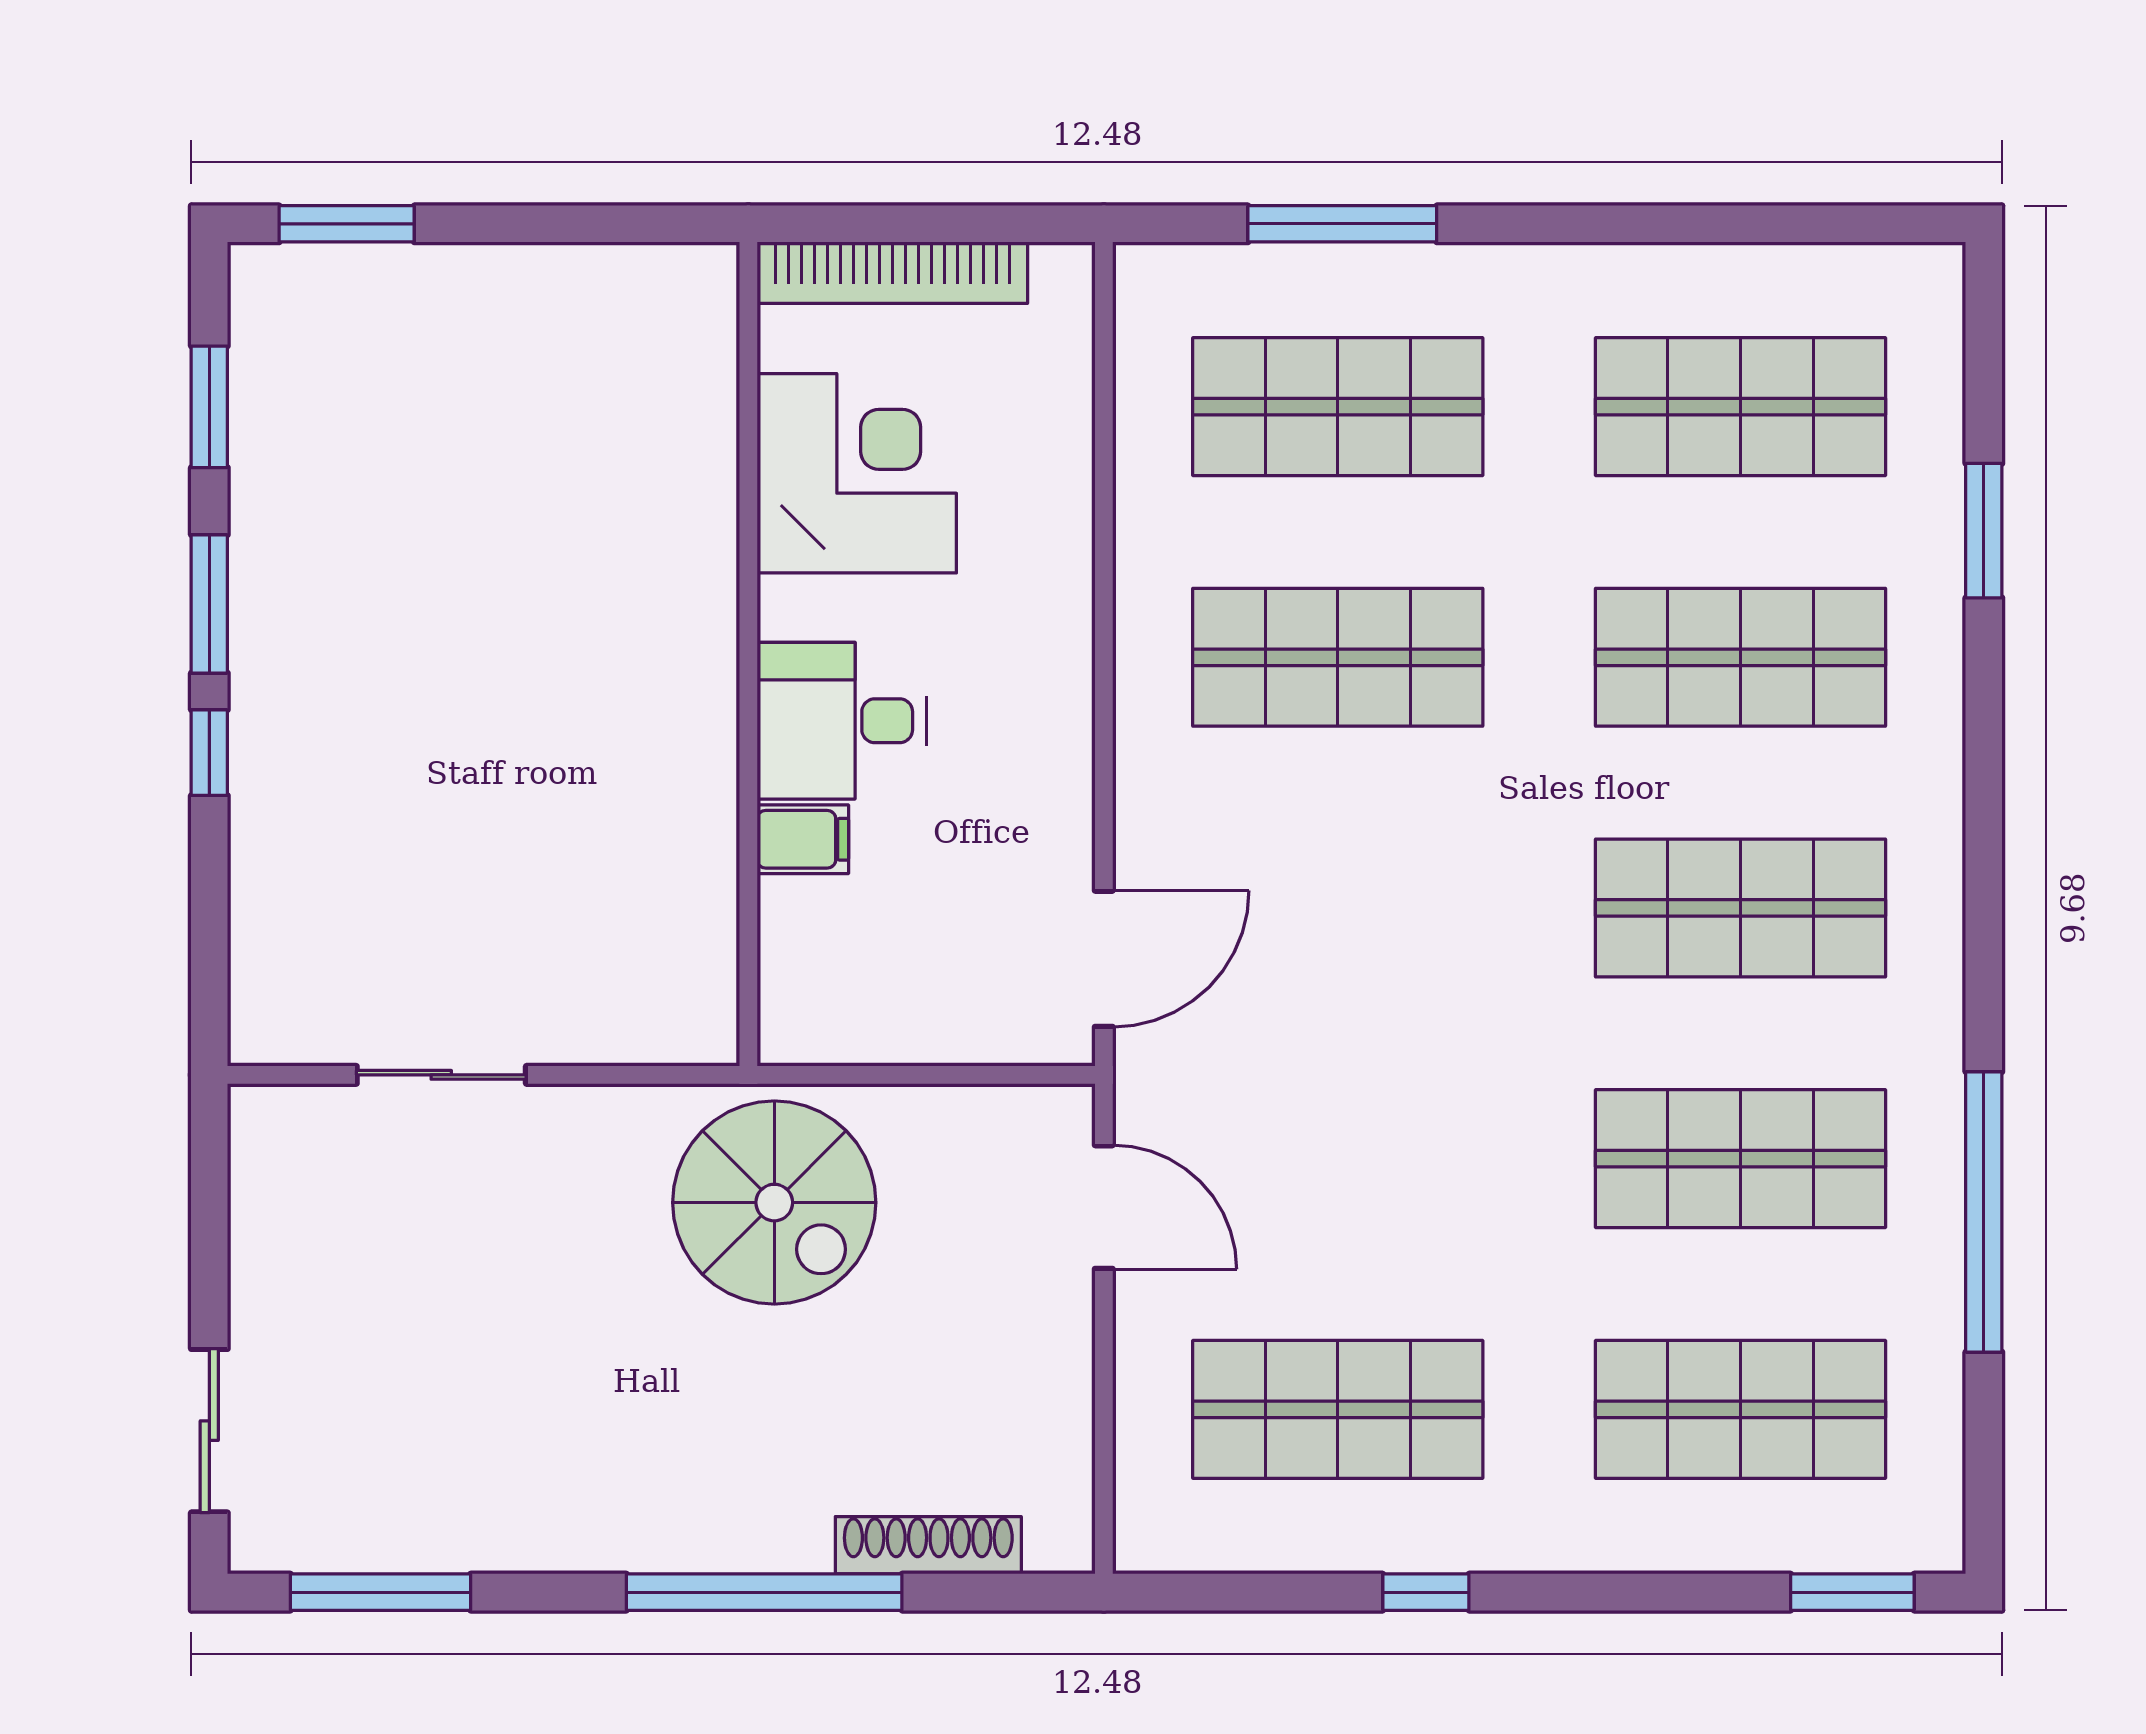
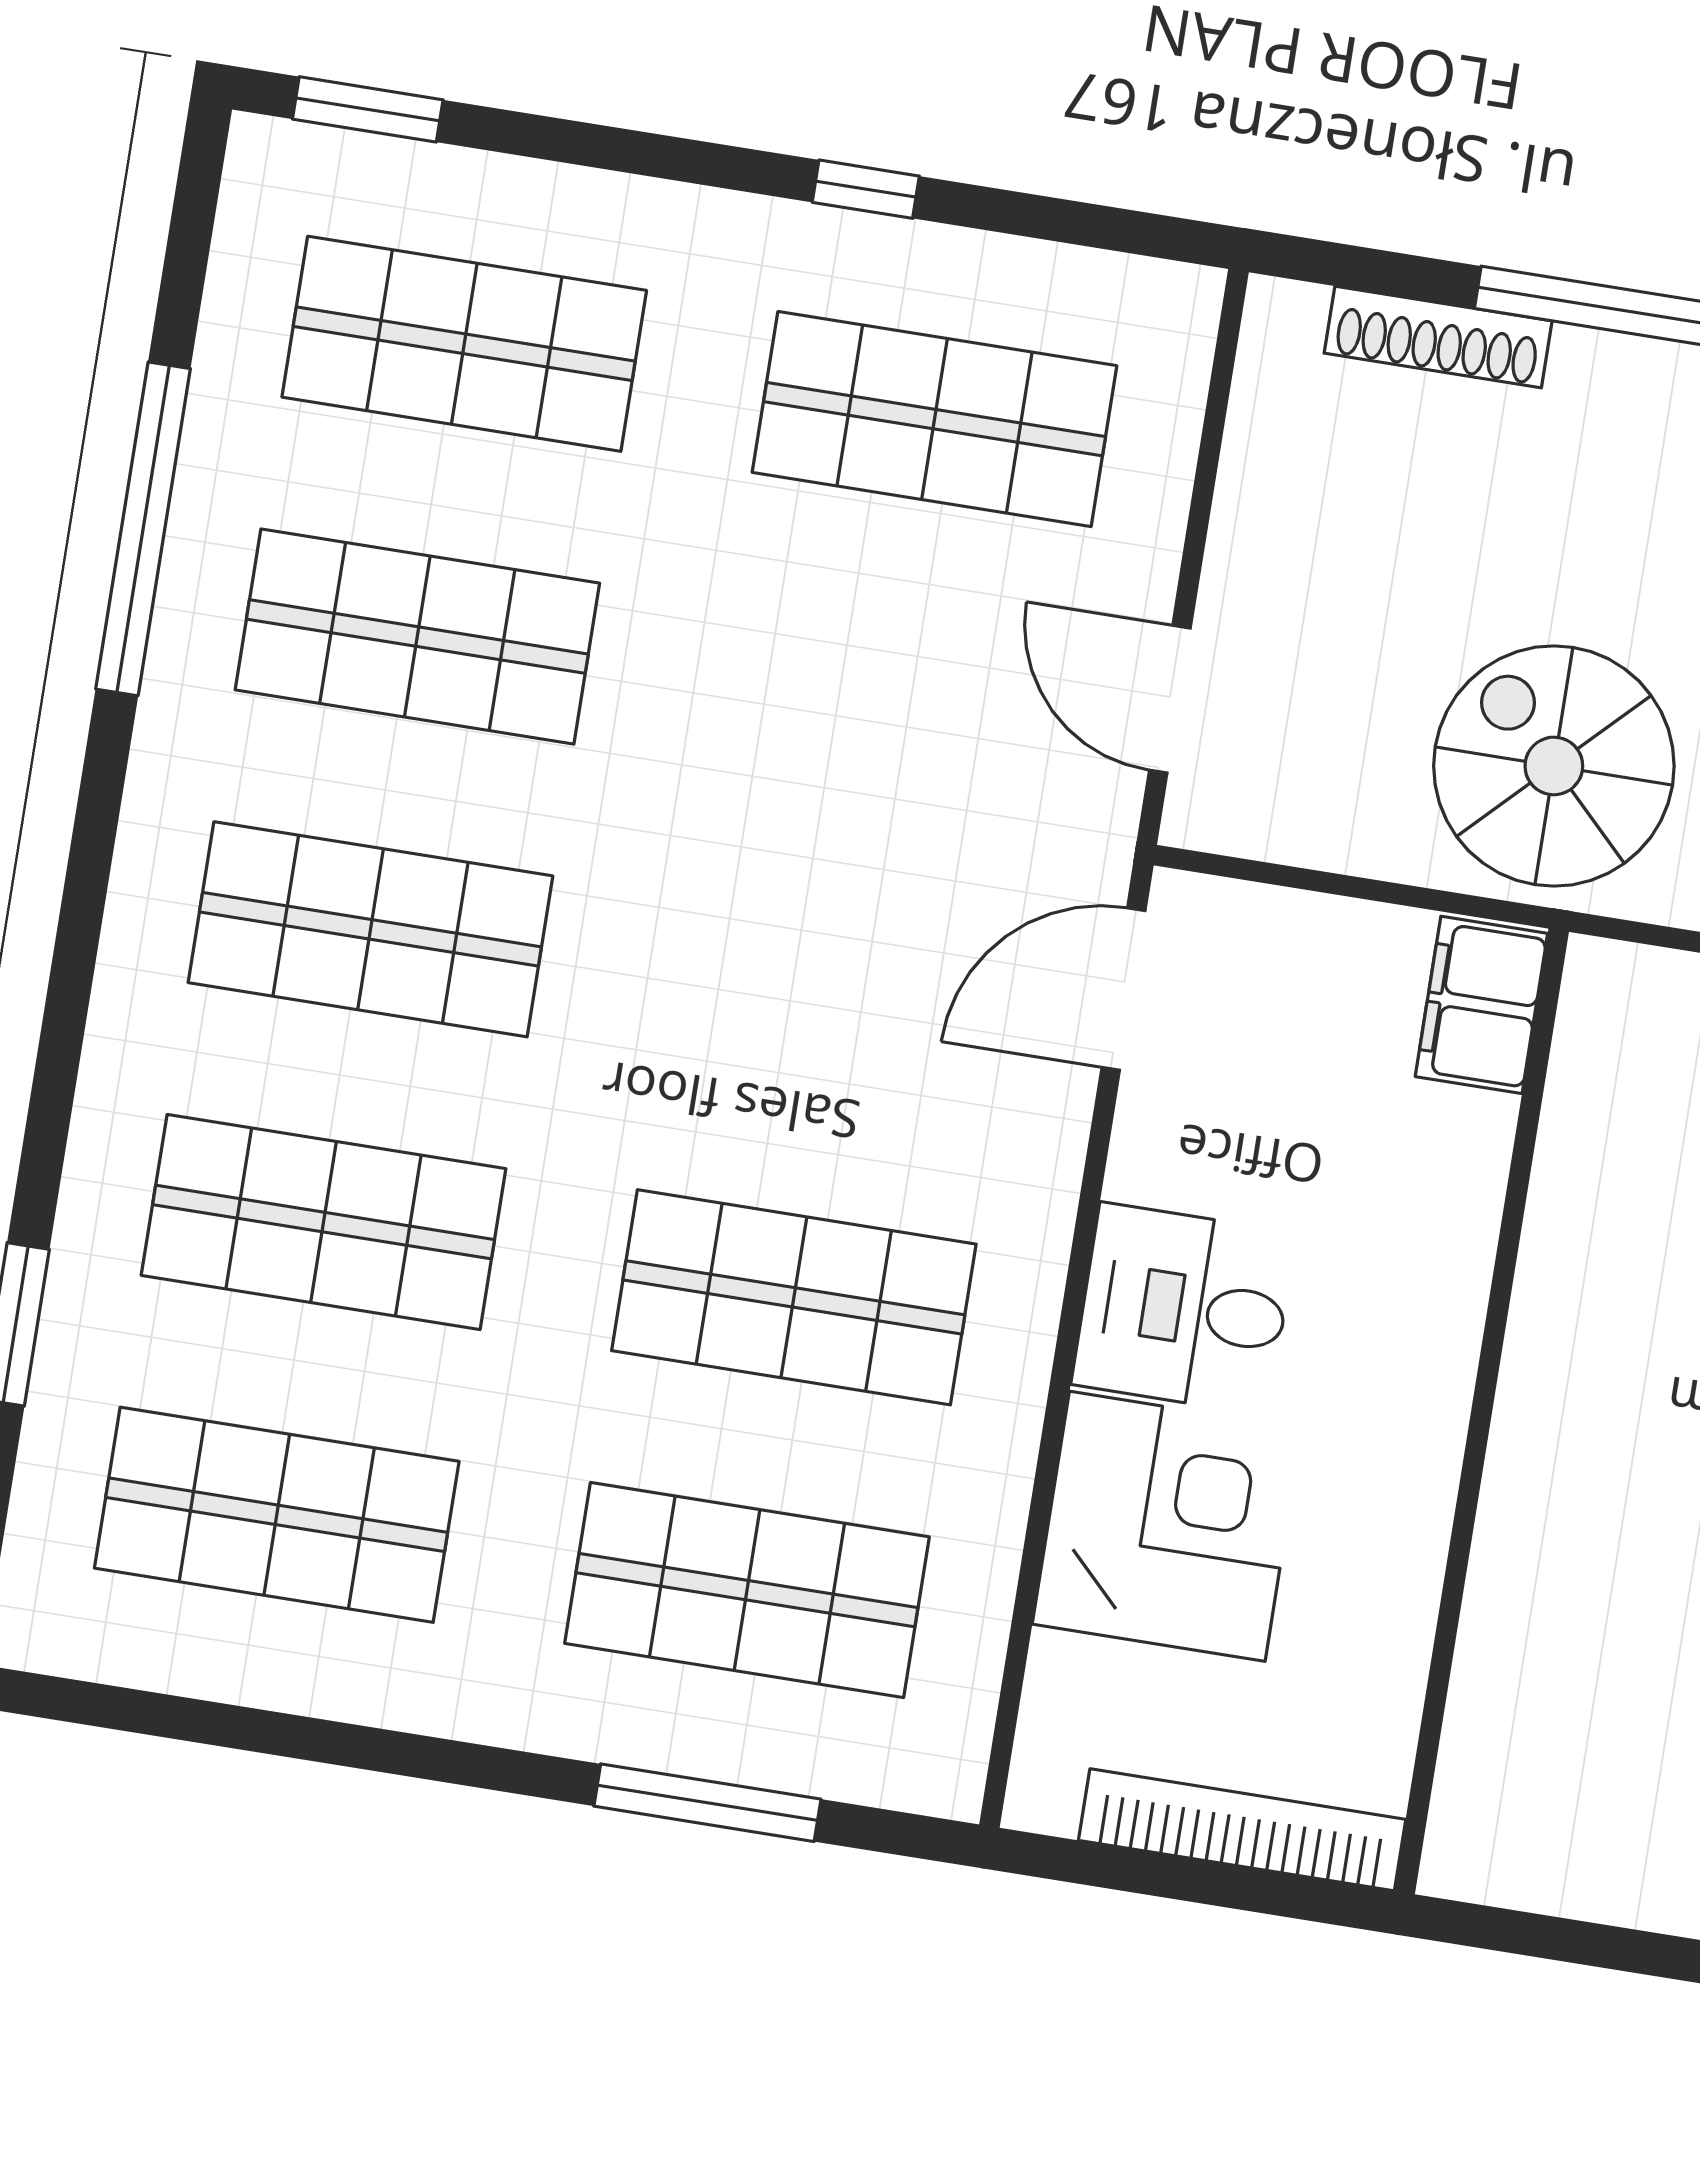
corner desk: (857, 473) -> (1167, 1526), moved, turned 180
desk: (842, 721) -> (1184, 1309), moved, turned 180
filing cabinet: (803, 839) -> (1481, 1005), moved, width x2.00

